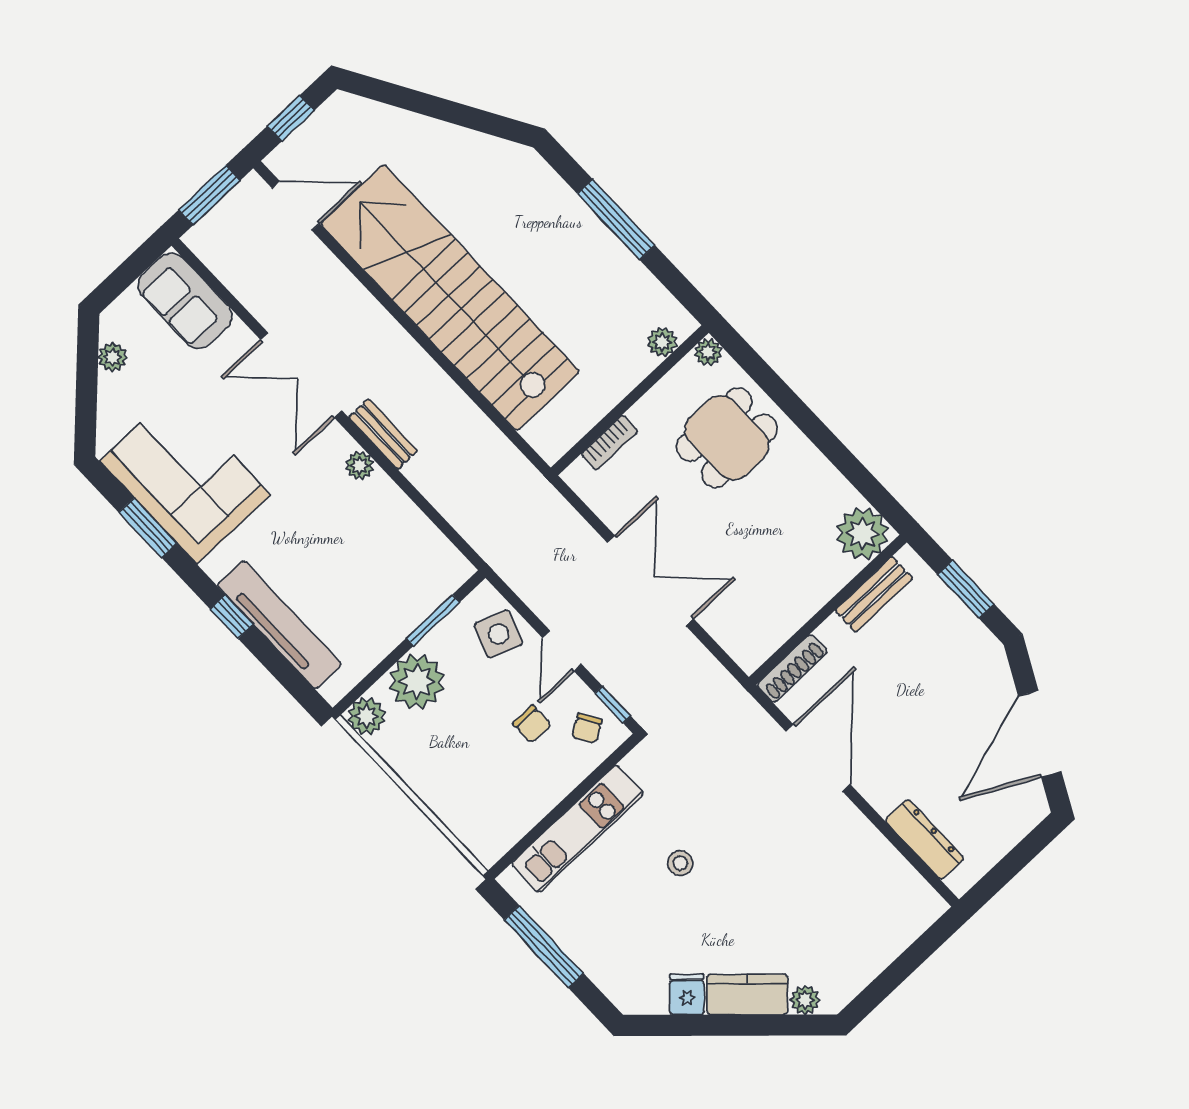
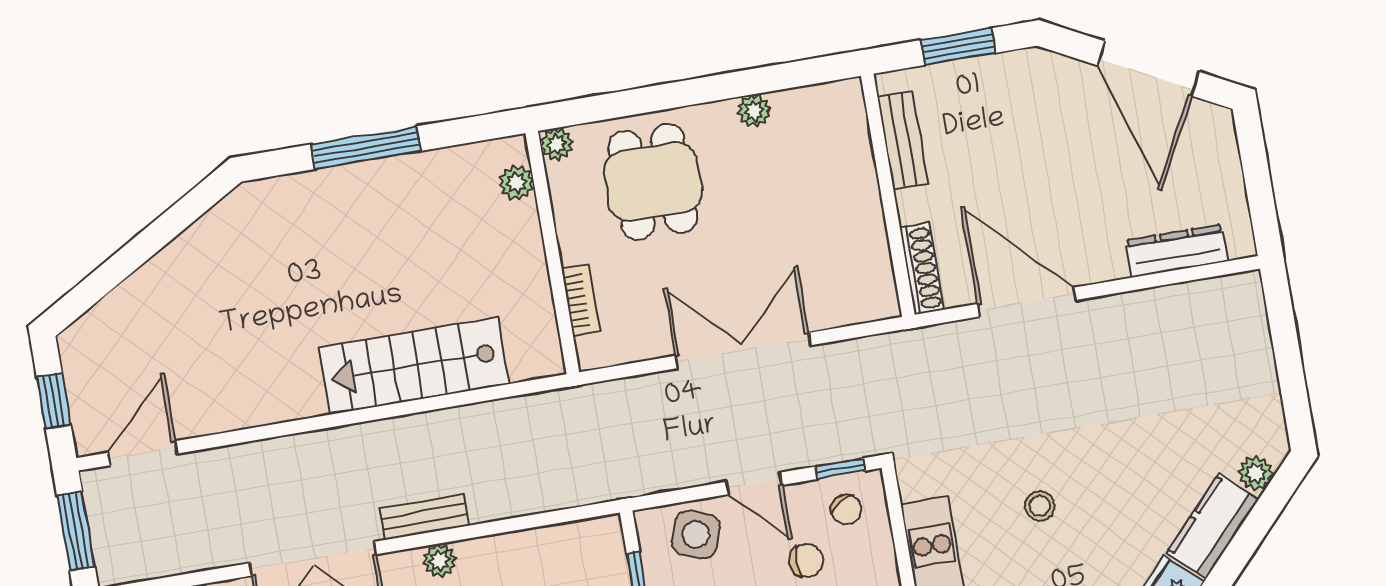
stairs: (450, 298) -> (414, 366), width x0.54, depth x0.66
plant: (862, 534) -> (754, 111), moved, width x0.53, depth x0.53

